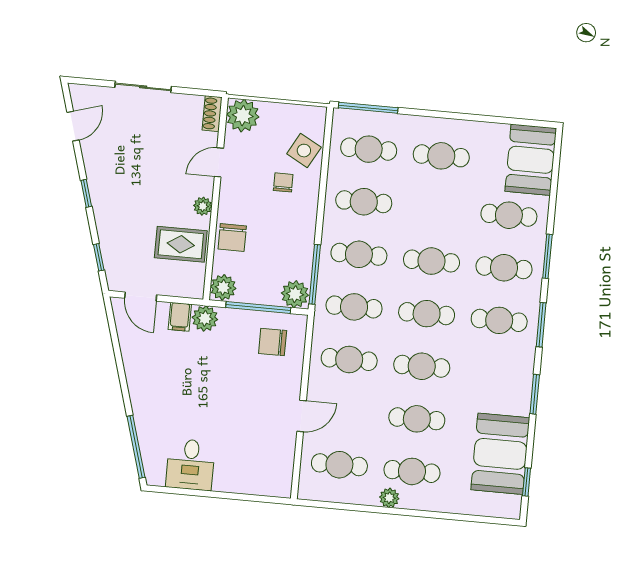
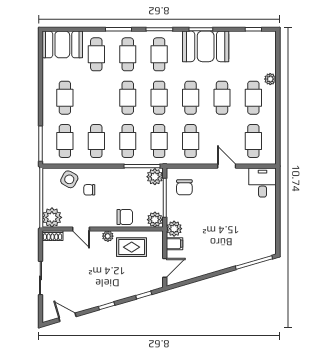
rug: (181, 244) -> (132, 247), turned 90
booth: (500, 454) -> (206, 46), moved
desk: (190, 465) -> (263, 182), moved, turned -90
plant: (389, 498) -> (270, 79), moved

